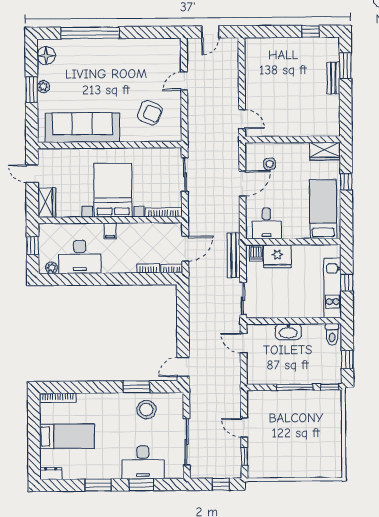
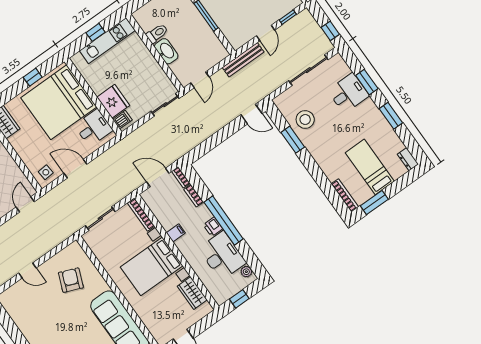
side table: (270, 164) -> (46, 172), moved
window: (346, 182) -> (33, 77), moved
wardrobe: (47, 202) -> (192, 293), moved, turned -90
bed: (323, 209) -> (59, 102), width x2.04
filing cabinet: (110, 231) -> (176, 233), moved
bench: (234, 255) -> (243, 60), moved
printer: (110, 266) -> (213, 227), added
window: (109, 279) -> (224, 221), added
toilet: (332, 334) -> (157, 33), moved
window: (34, 419) -> (374, 202), added
desk: (143, 462) -> (348, 93), width x0.73
window: (221, 484) -> (330, 31), moved

